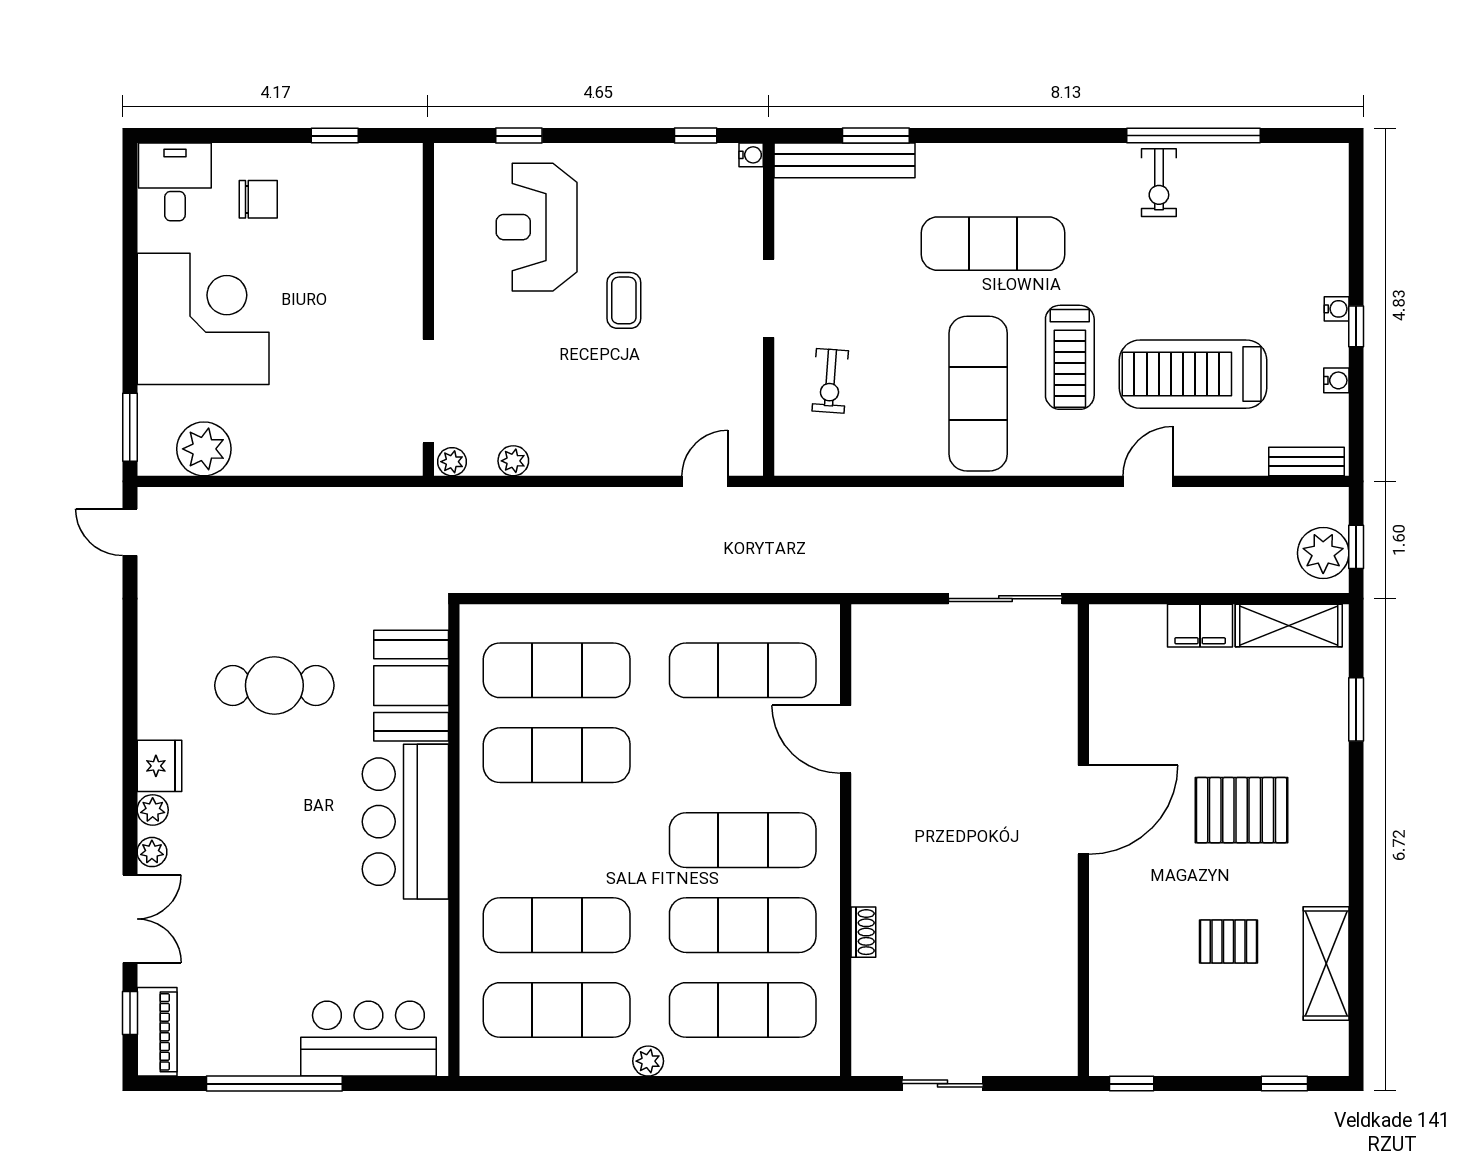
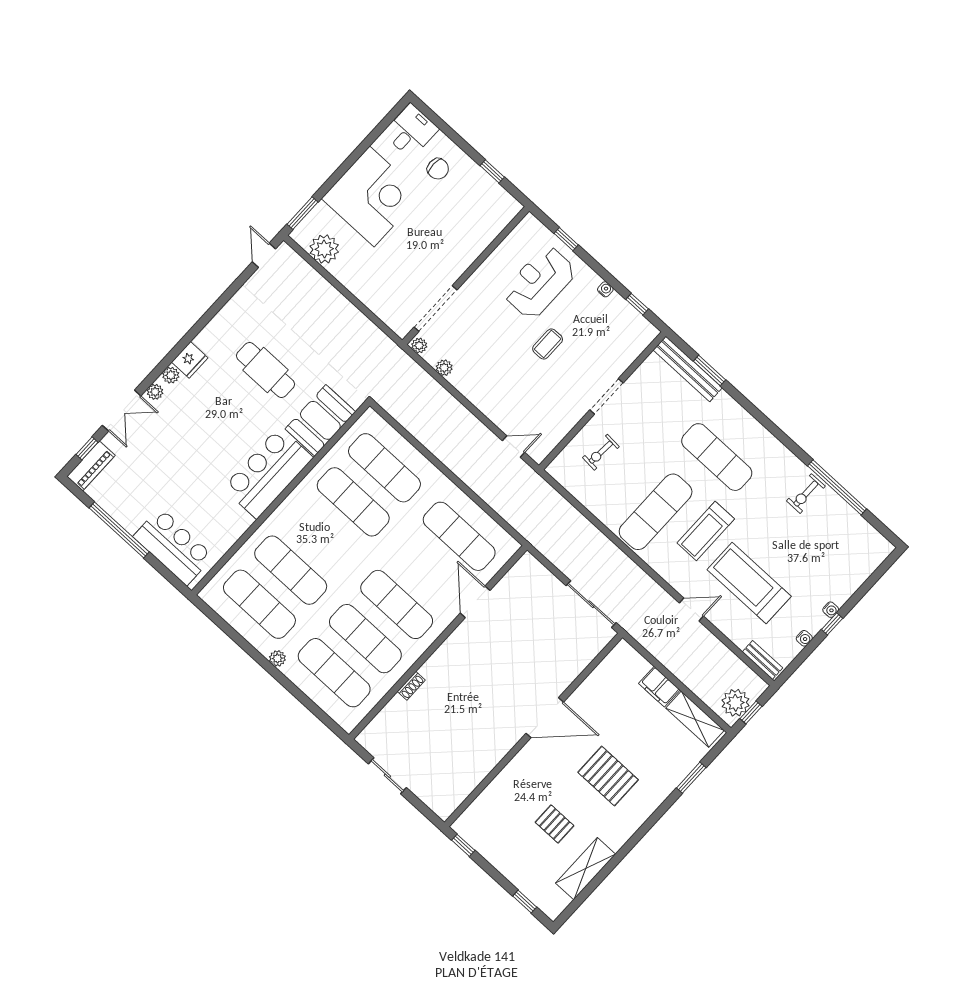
water cooler: (751, 155) -> (605, 289), moved, turned -90

